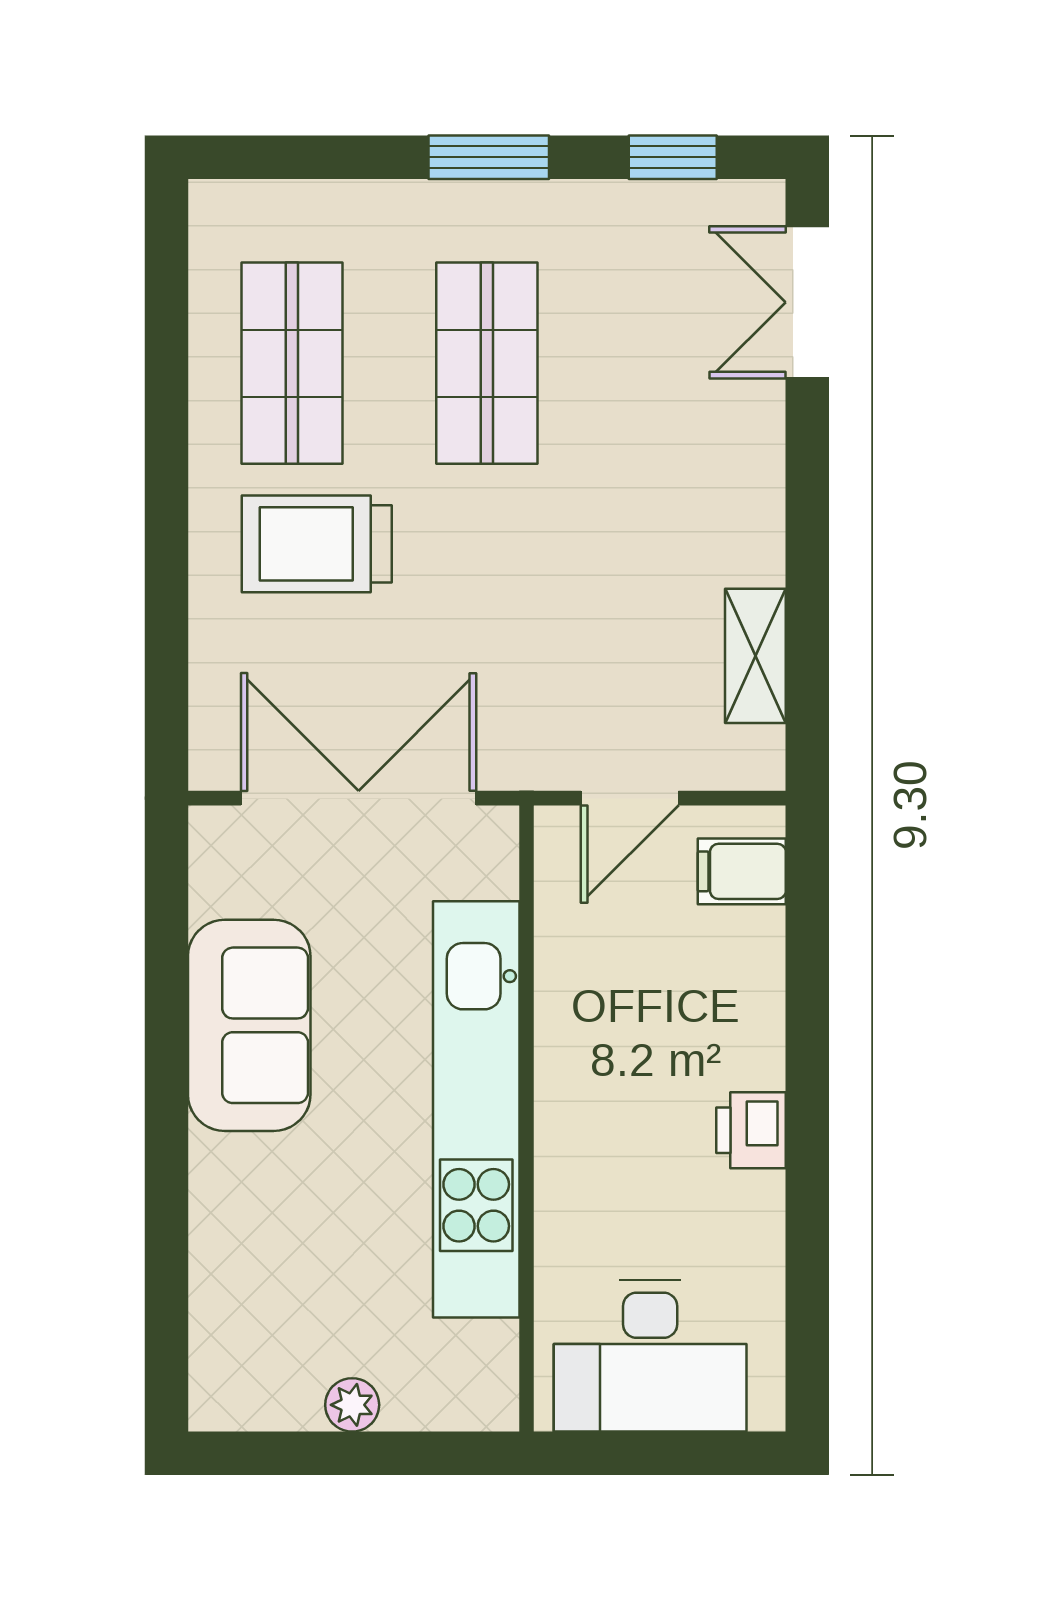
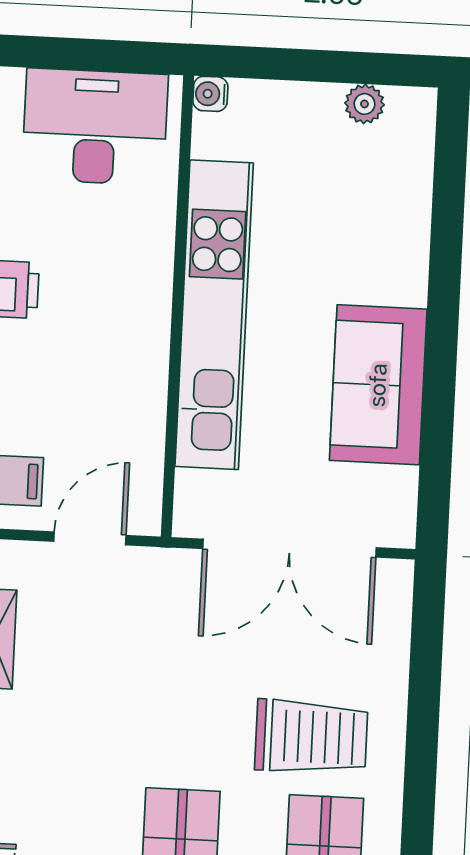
plant: (352, 1405) -> (364, 104), moved
water cooler: (496, 1408) -> (210, 94), added

